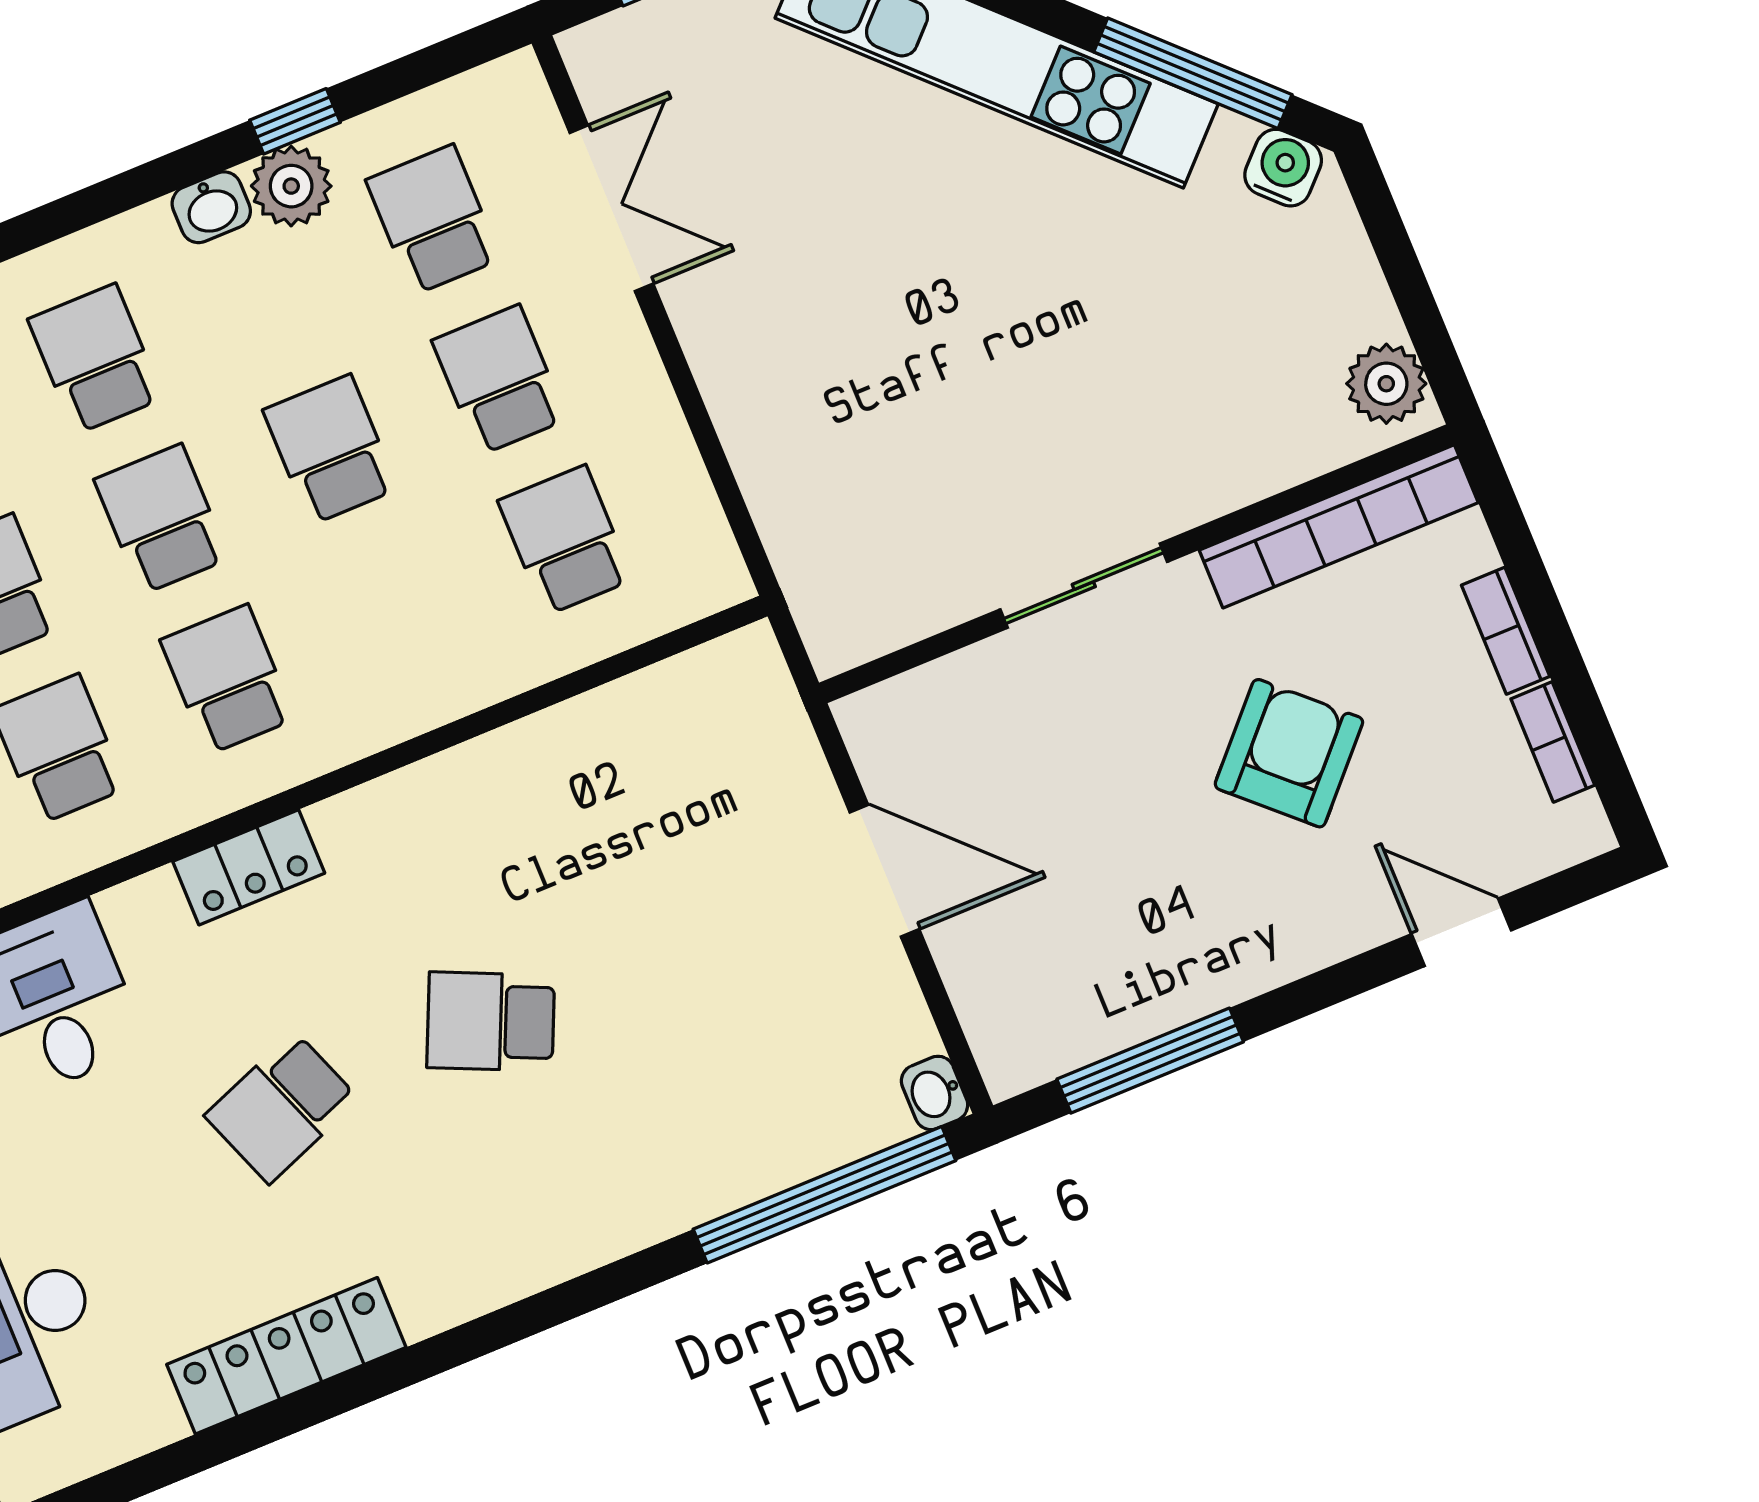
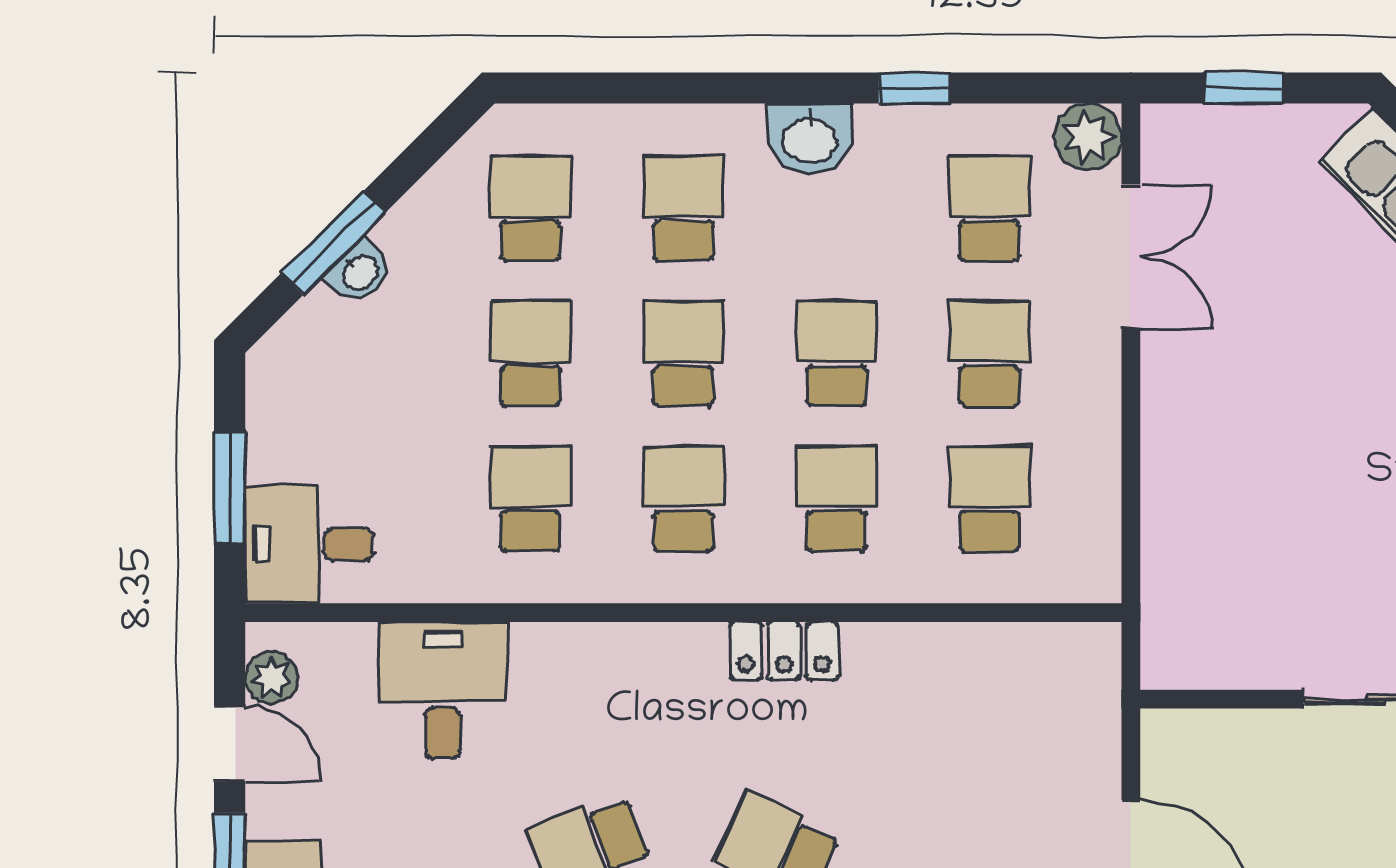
plant: (291, 186) -> (1088, 137), moved
washbasin: (211, 207) -> (810, 139), width x1.38, depth x1.45
school desk: (396, 610) -> (836, 499), added
locker: (249, 867) -> (784, 651), moved

